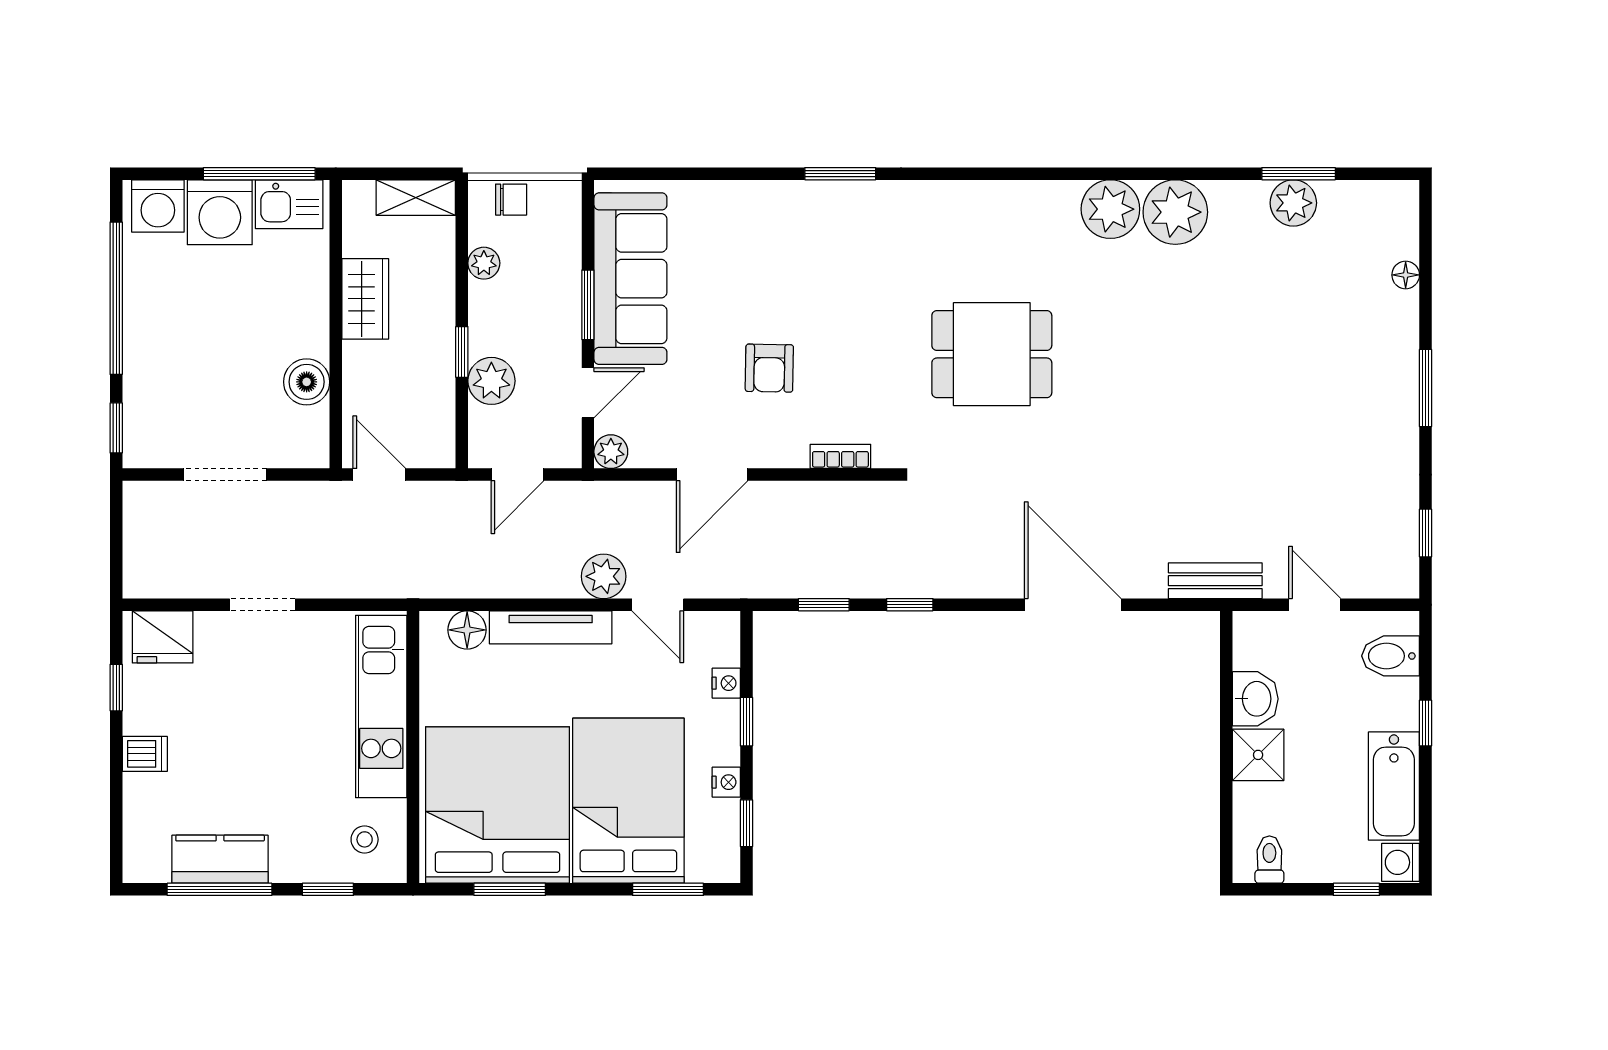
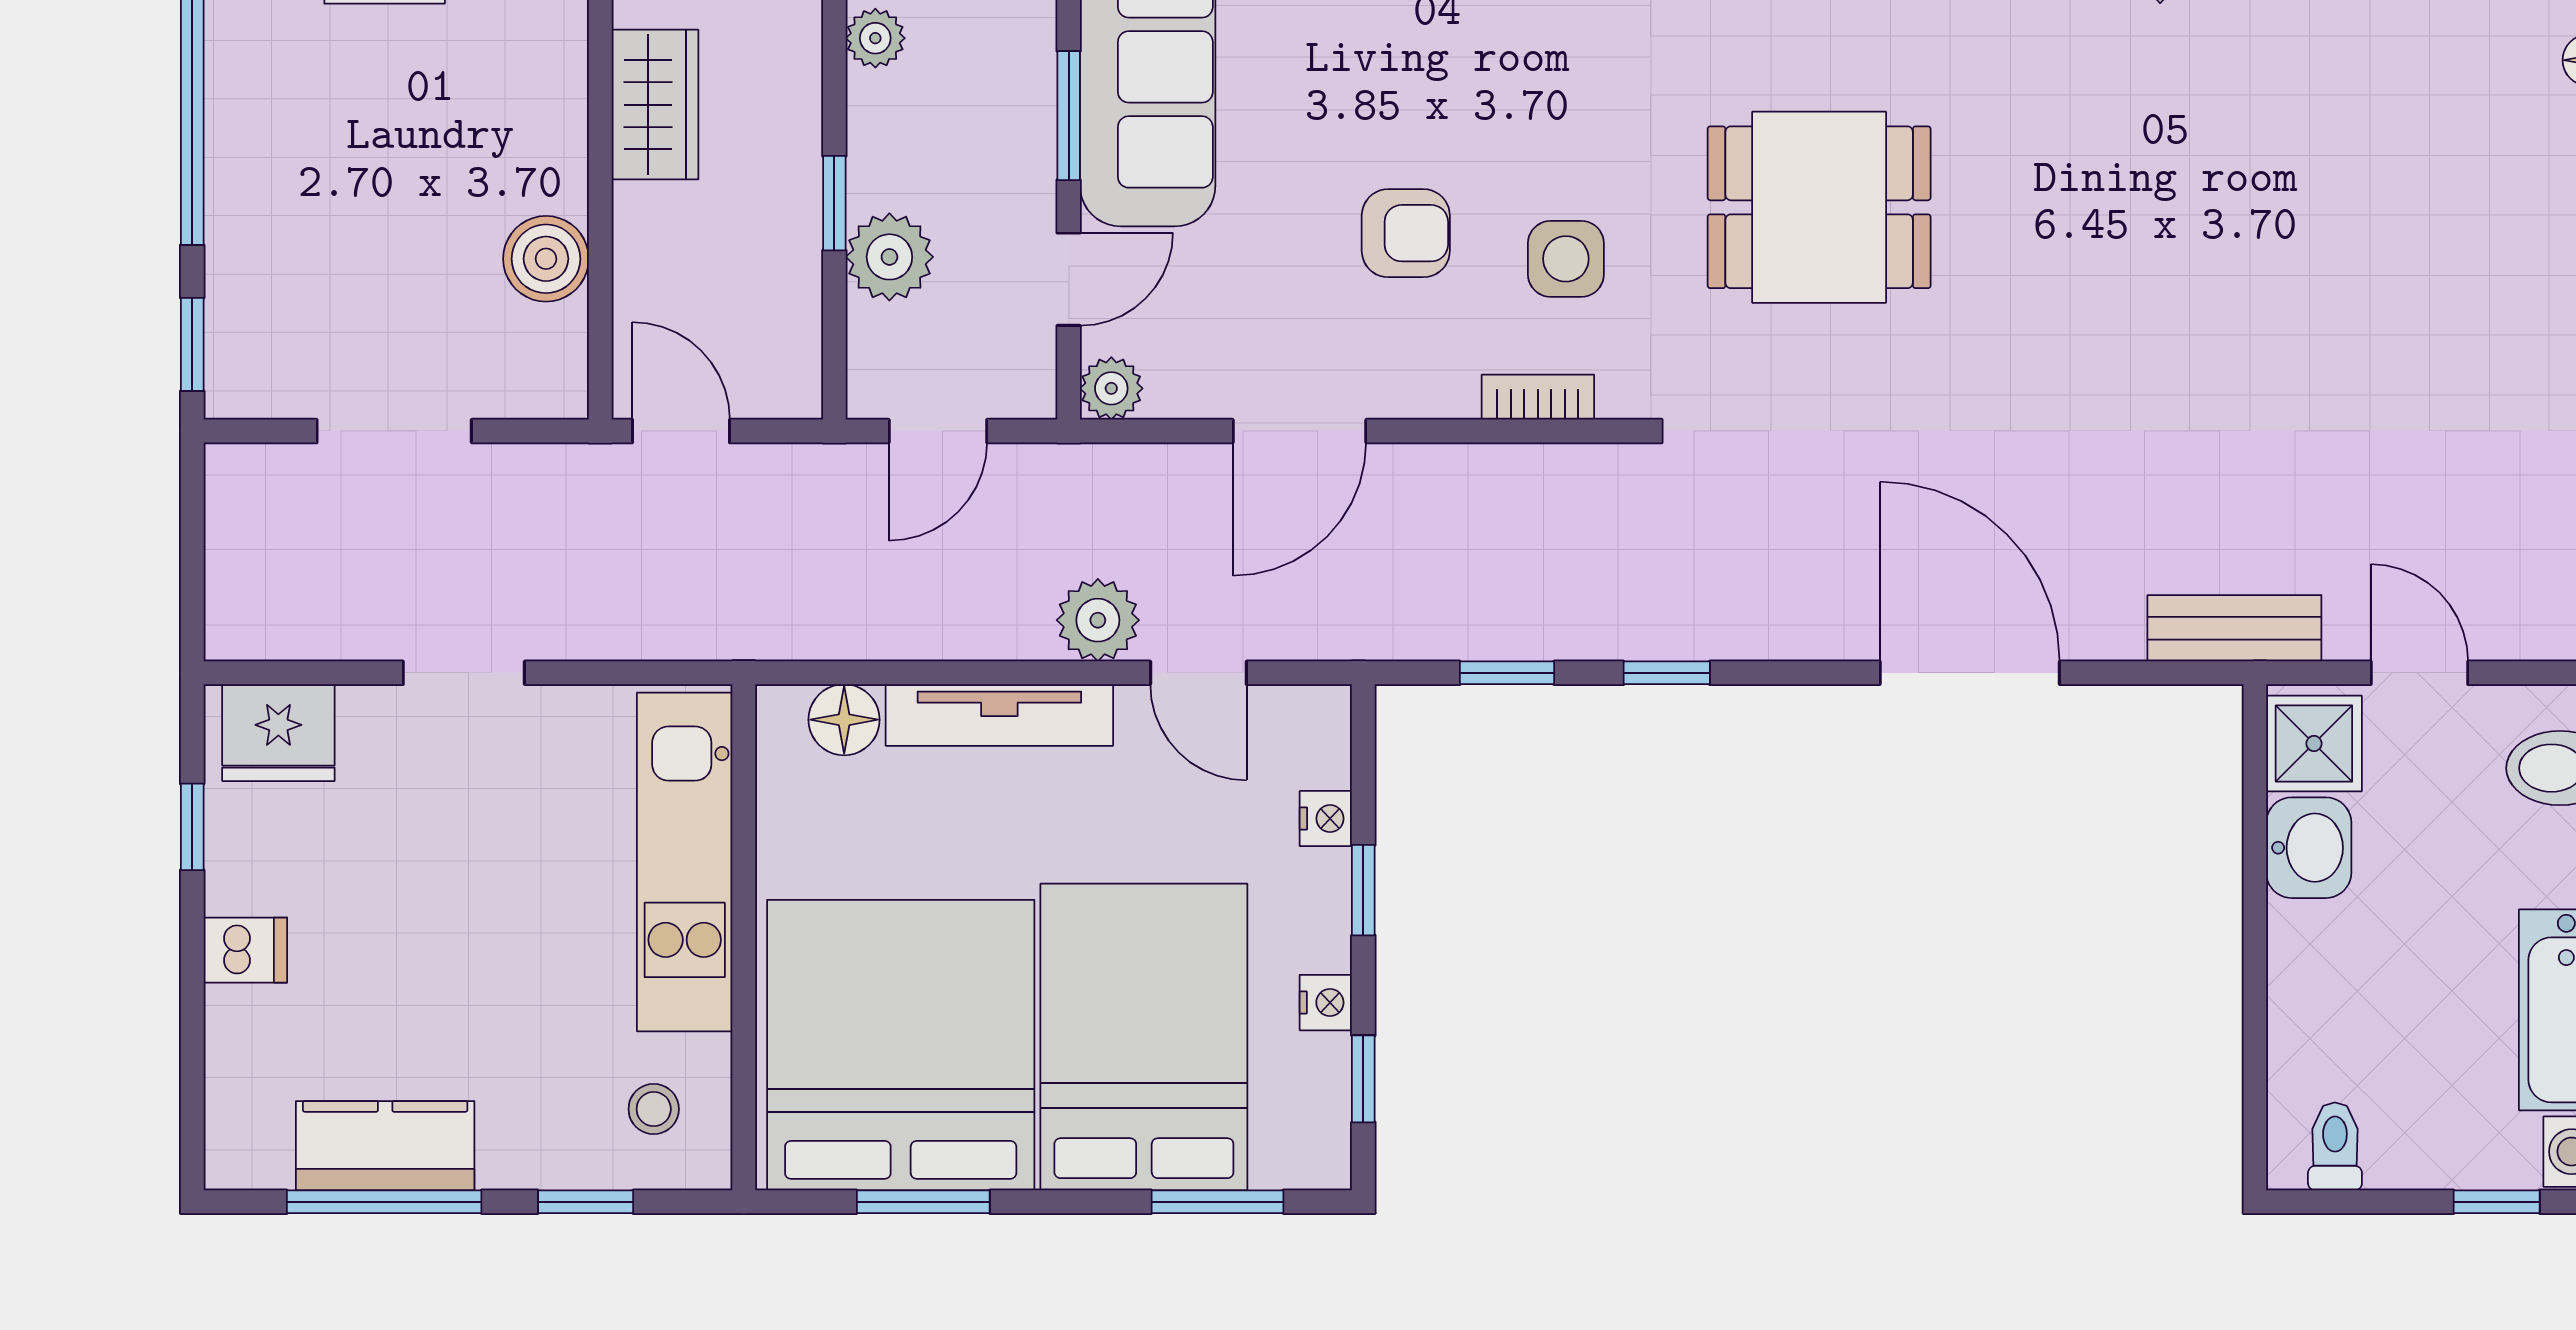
armchair: (769, 368) -> (1406, 233), turned -91
side table: (856, 382) -> (1566, 259), added
shower: (1258, 755) -> (2314, 744), moved

